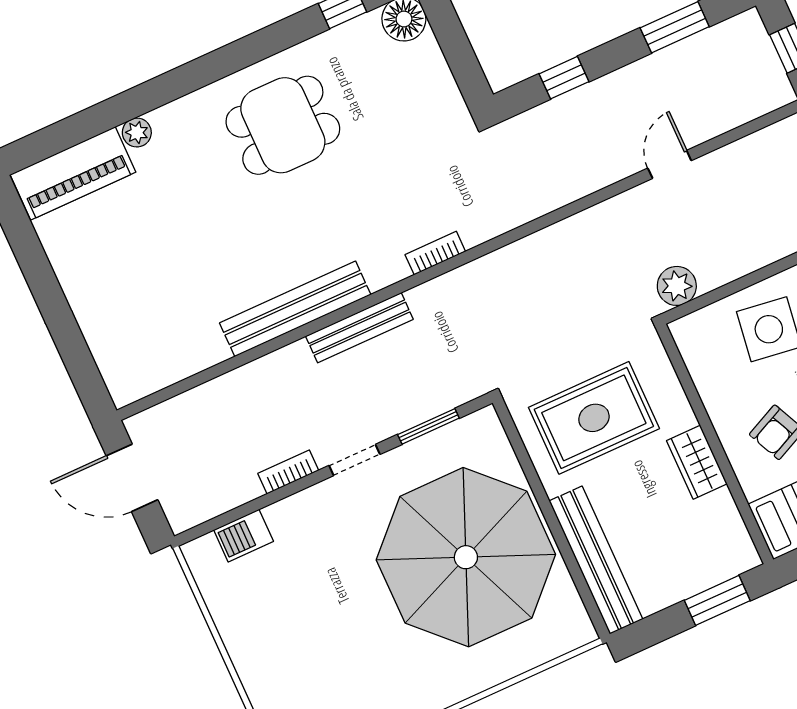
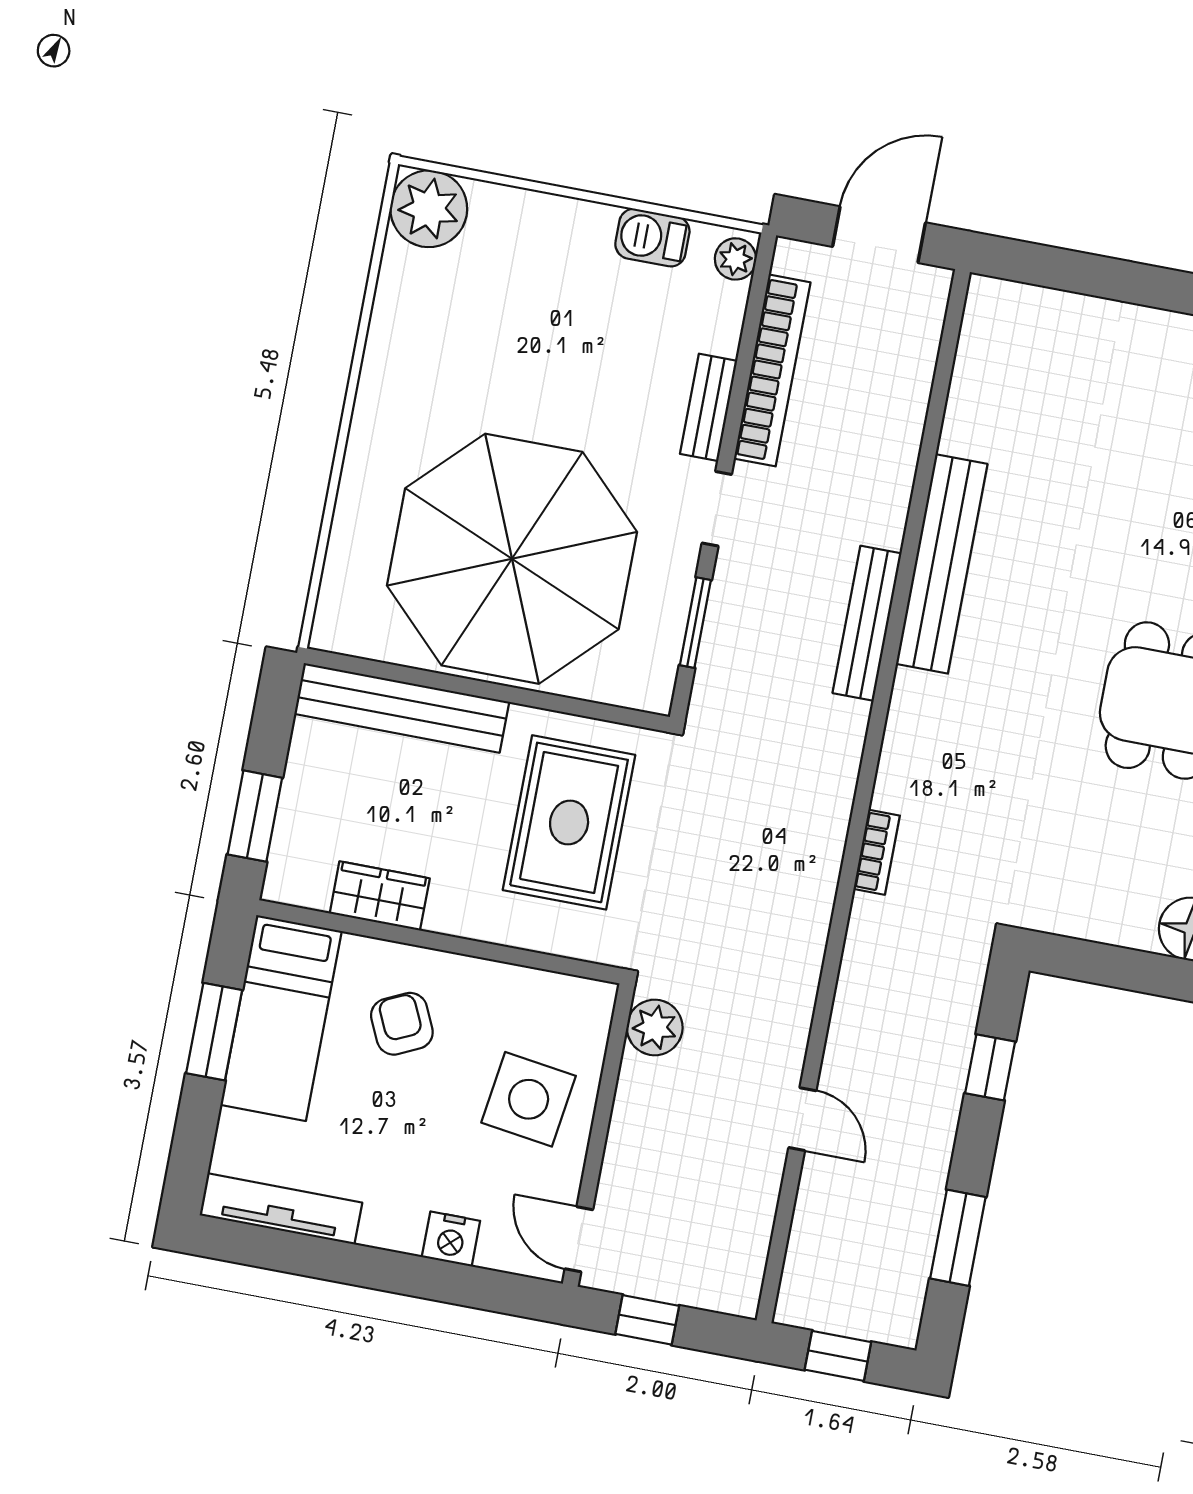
bookcase: (435, 253) -> (877, 852), moved
wardrobe: (697, 462) -> (380, 896), moved
bookcase: (288, 472) -> (772, 370), width x2.31, depth x1.31
bench: (300, 506) -> (709, 407), added
barbecue: (244, 536) -> (652, 238), moved, turned -90
plant: (204, 550) -> (736, 259), added

